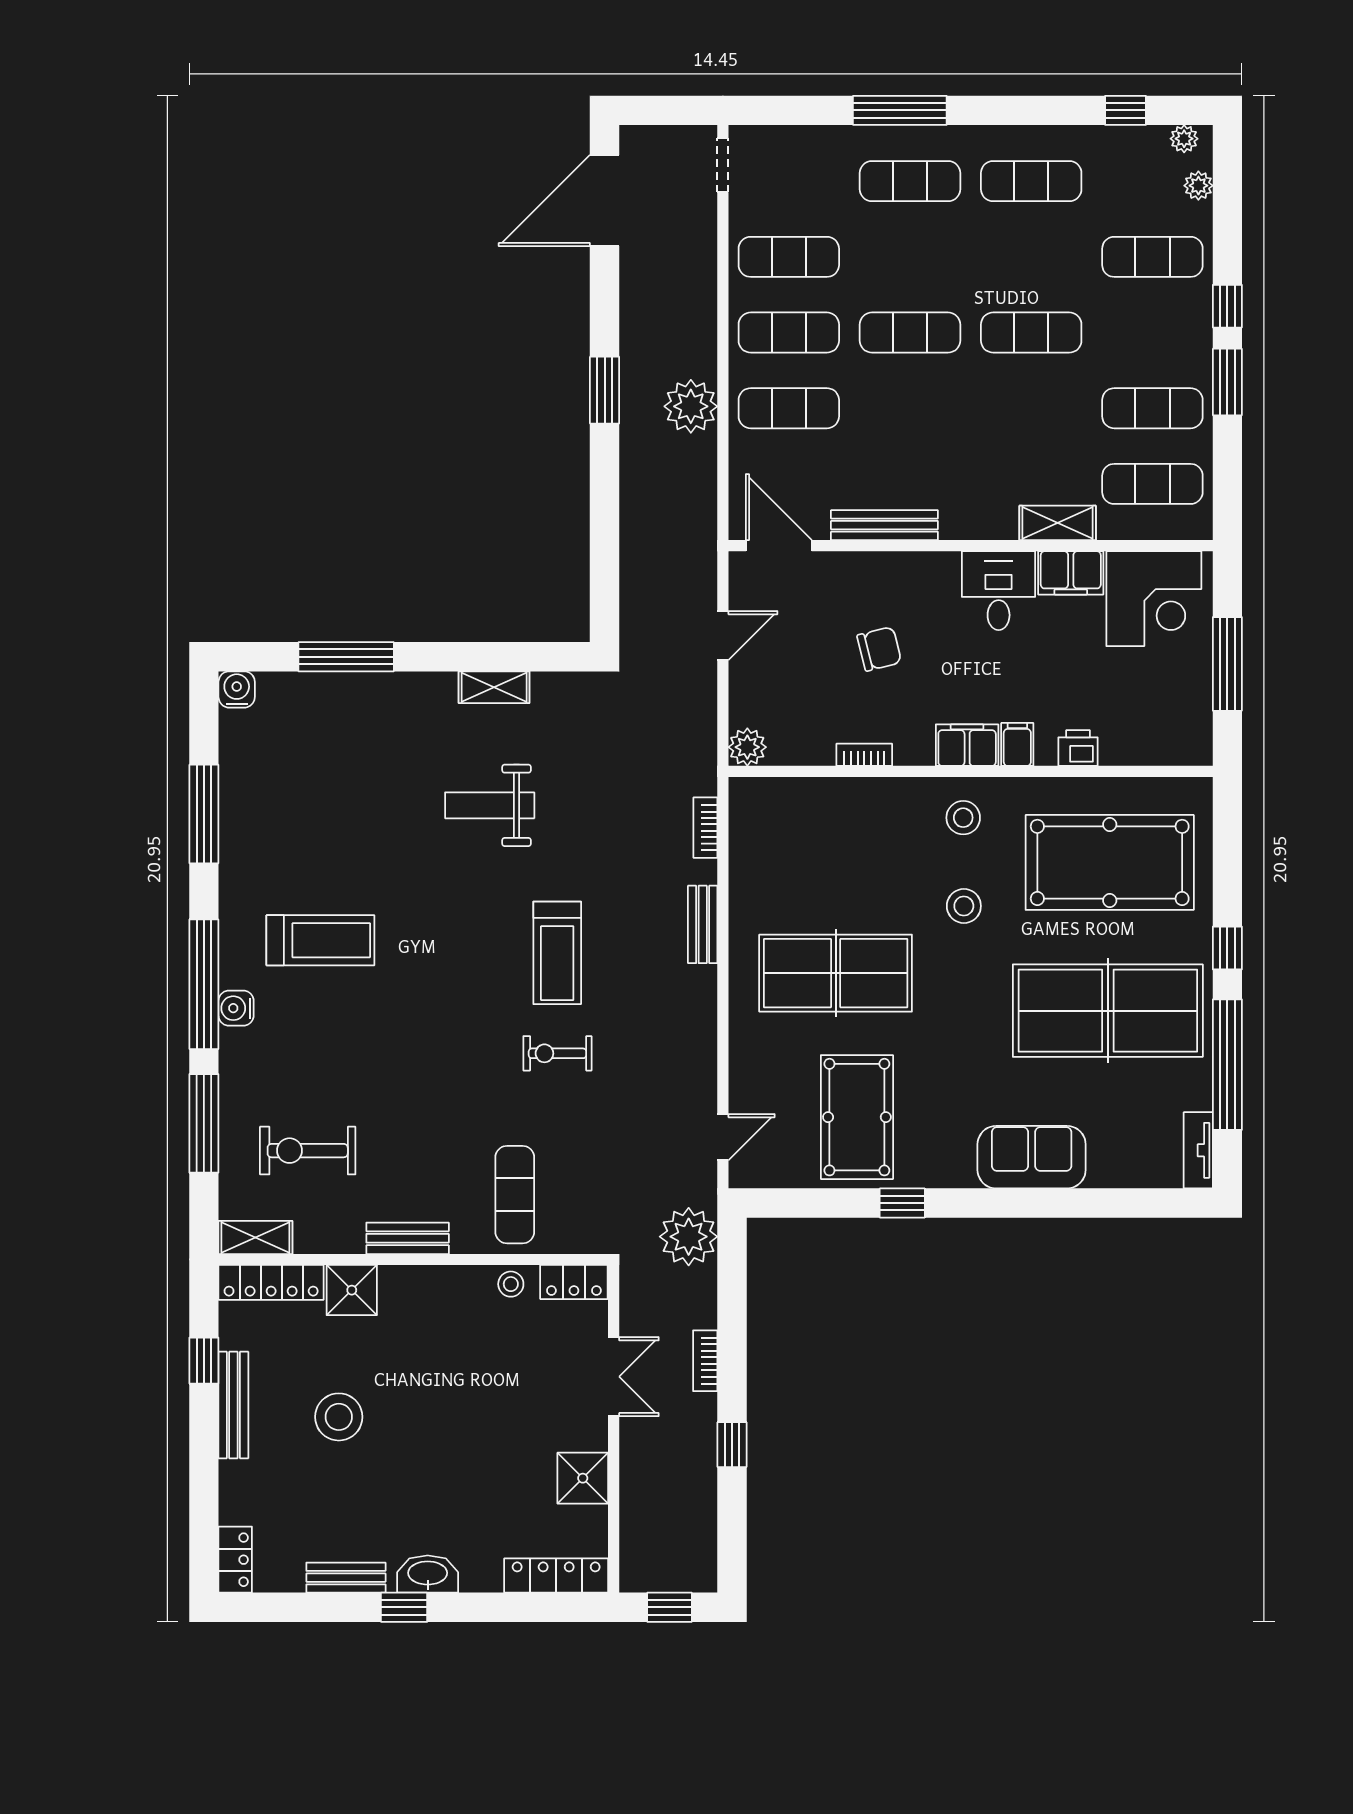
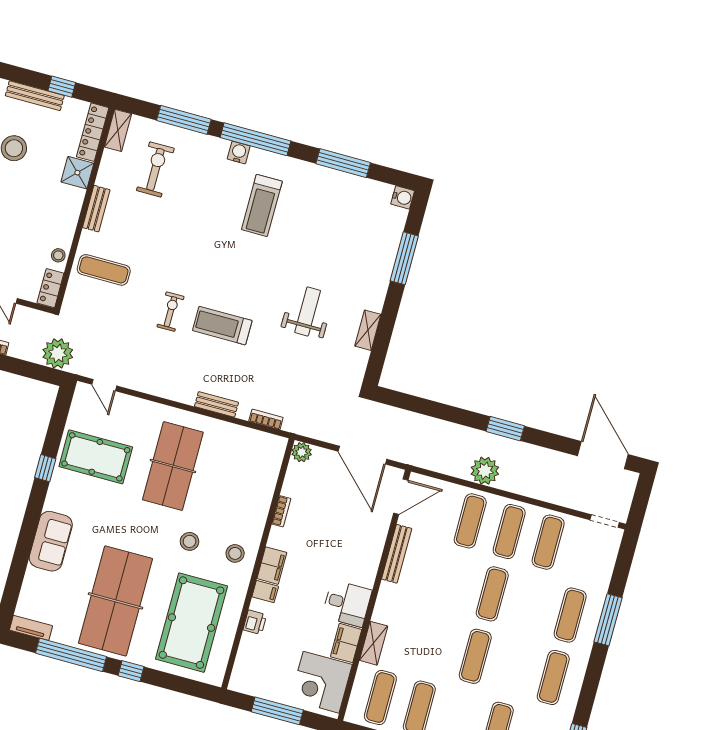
door: (723, 636) -> (362, 455), width x1.87
chair: (879, 649) -> (334, 534), removed

